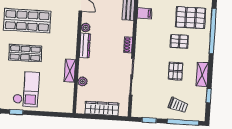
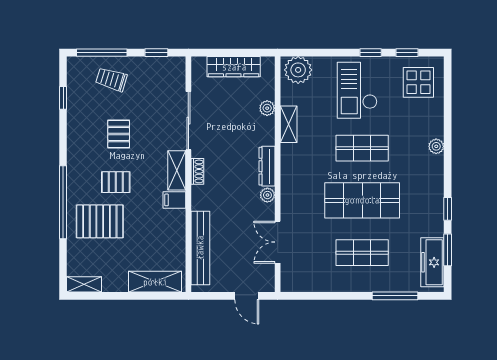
filing cabinet: (144, 13) -> (174, 200), moved
shelving: (202, 74) -> (177, 170), moved
plant: (62, 104) -> (298, 70), added

